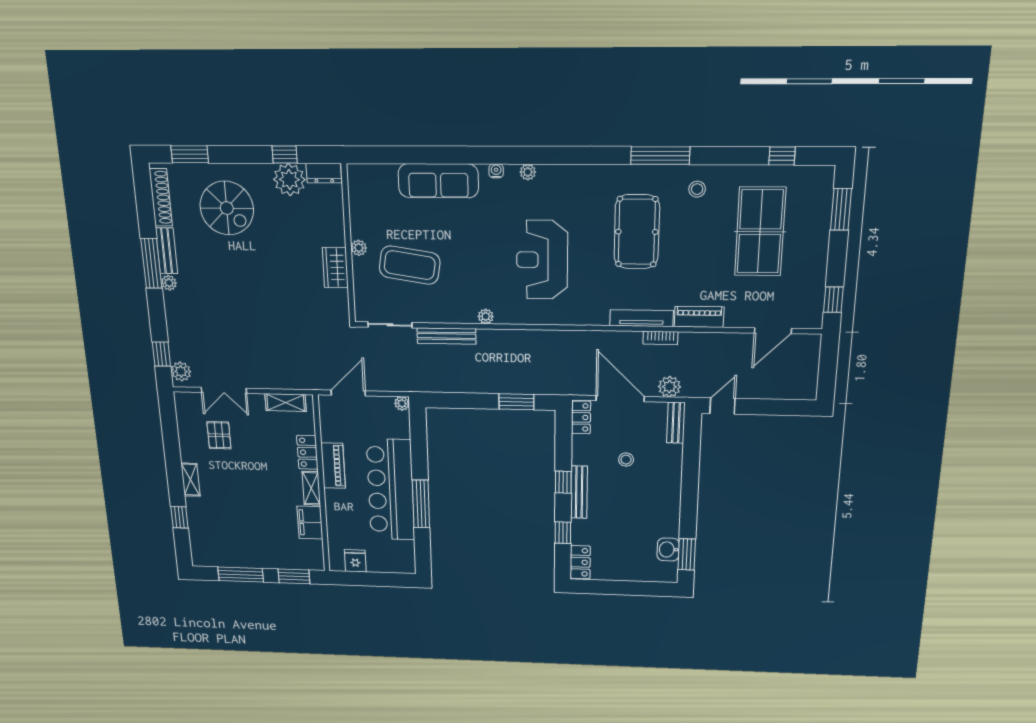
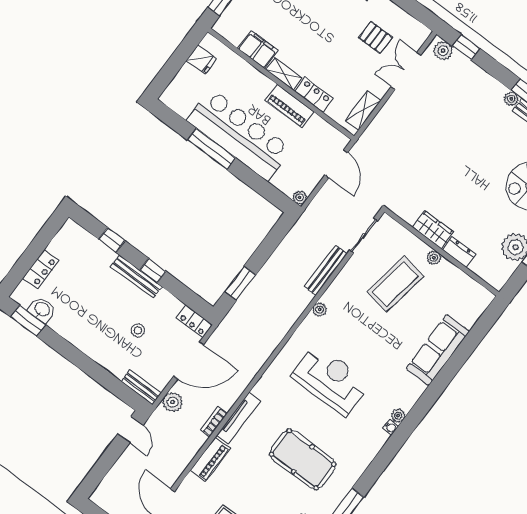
water cooler: (496, 171) -> (390, 427), moved
dresser: (324, 173) -> (459, 252), moved, turned 90
locker: (580, 562) -> (41, 269), moved, turned -90

